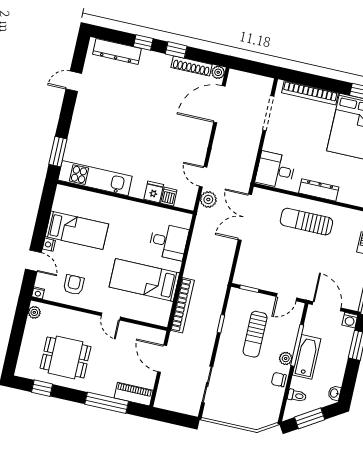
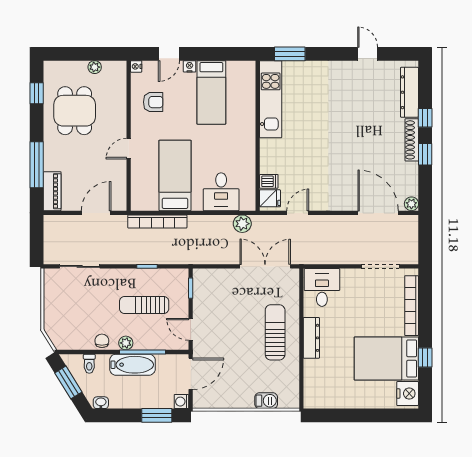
shoe rack: (191, 66) -> (412, 140), moved
fridge: (154, 192) -> (270, 198), moved
plant: (208, 199) -> (242, 224), moved
plant: (34, 312) -> (95, 67), moved

